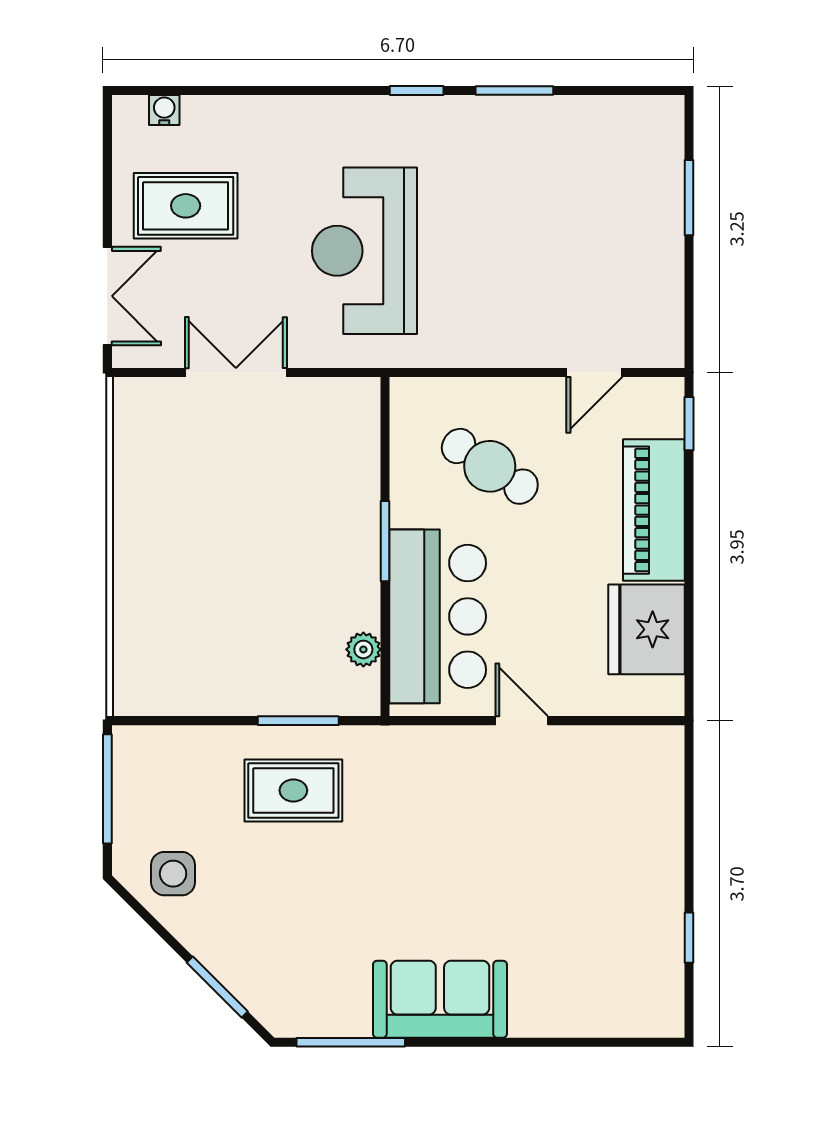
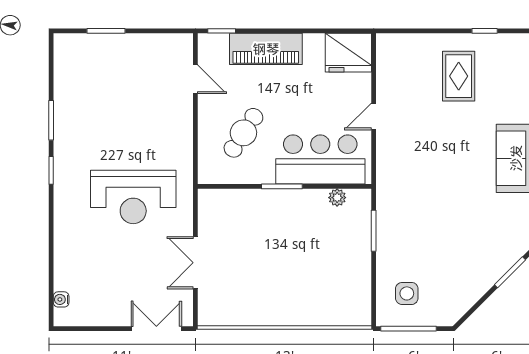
rug: (186, 206) -> (110, 289), removed
fridge: (647, 629) -> (348, 53), moved
rug: (293, 790) -> (459, 76), moved
side table: (173, 874) -> (407, 293), moved

